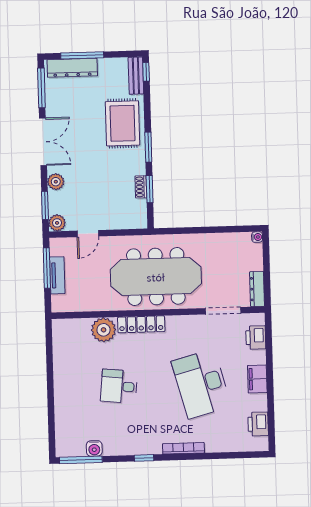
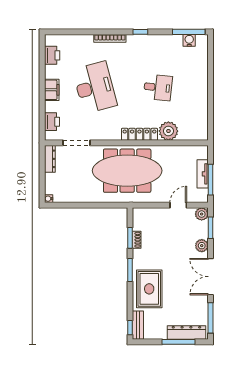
water cooler: (94, 448) -> (189, 40), moved

